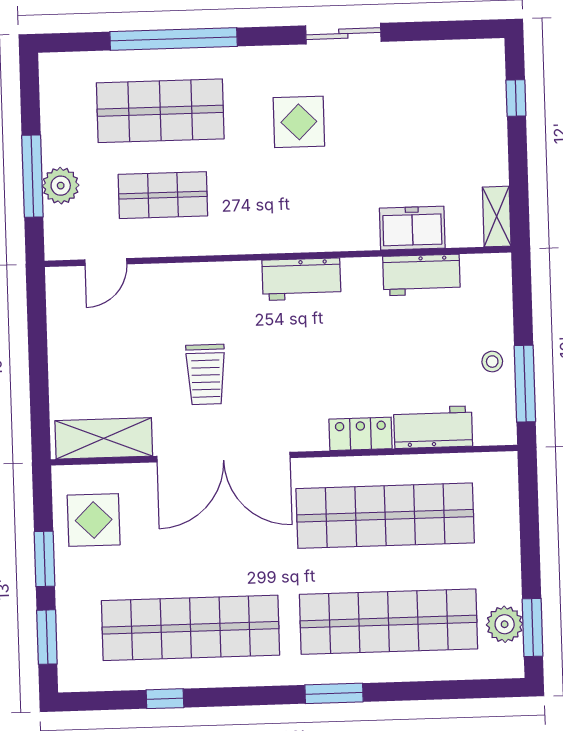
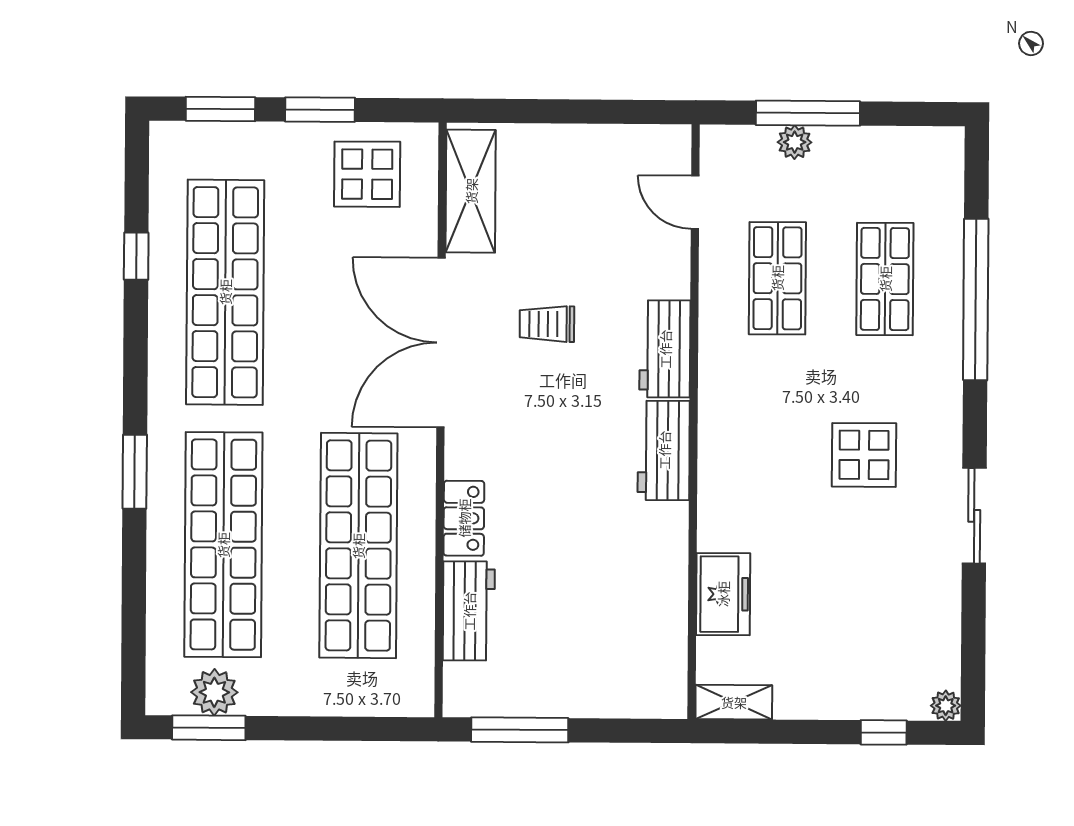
plant: (493, 50) -> (946, 706), added
shop shelf: (160, 111) -> (885, 279), width x0.70, depth x0.74
plant: (61, 186) -> (795, 142), width x0.73, depth x0.73
workbench: (421, 275) -> (665, 349), moved
stool: (492, 362) -> (549, 689), removed
trolley: (206, 374) -> (547, 324), width x0.73, depth x0.72

